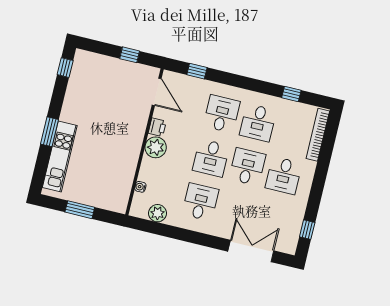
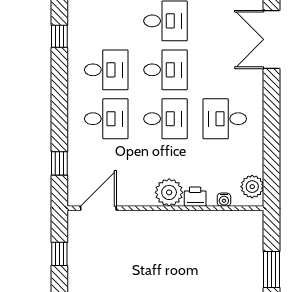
desk: (222, 114) -> (106, 119), turned 180
printer: (157, 127) -> (195, 197), moved
desk: (247, 167) -> (165, 70), turned 180
plant: (158, 213) -> (252, 187), moved

